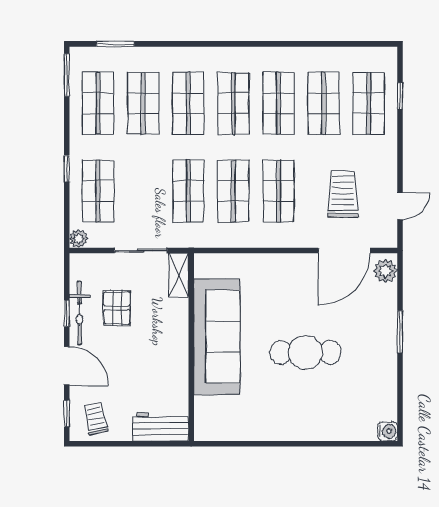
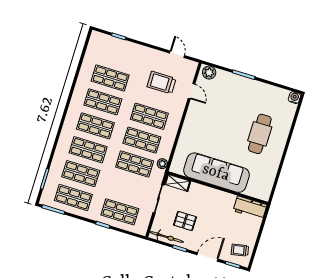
shop shelf: (369, 103) -> (118, 54), removed
plant: (79, 239) -> (162, 164), moved
door: (344, 250) -> (192, 91), width x0.53
bicycle: (79, 313) -> (167, 237), moved
cafe table: (305, 352) -> (260, 134), moved
workbench: (161, 427) -> (250, 208), moved, turned -90

